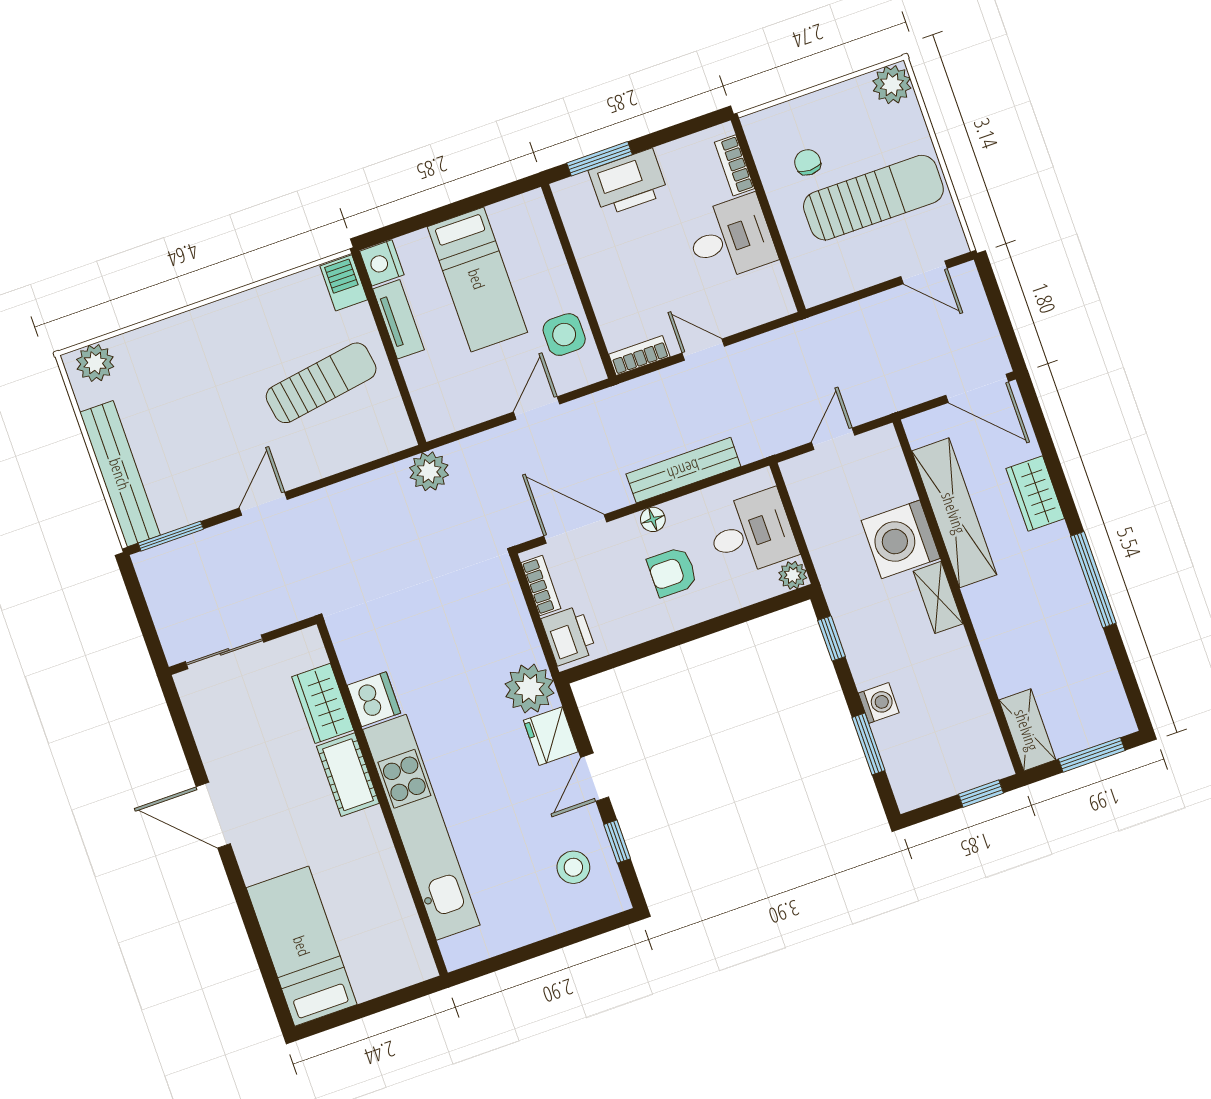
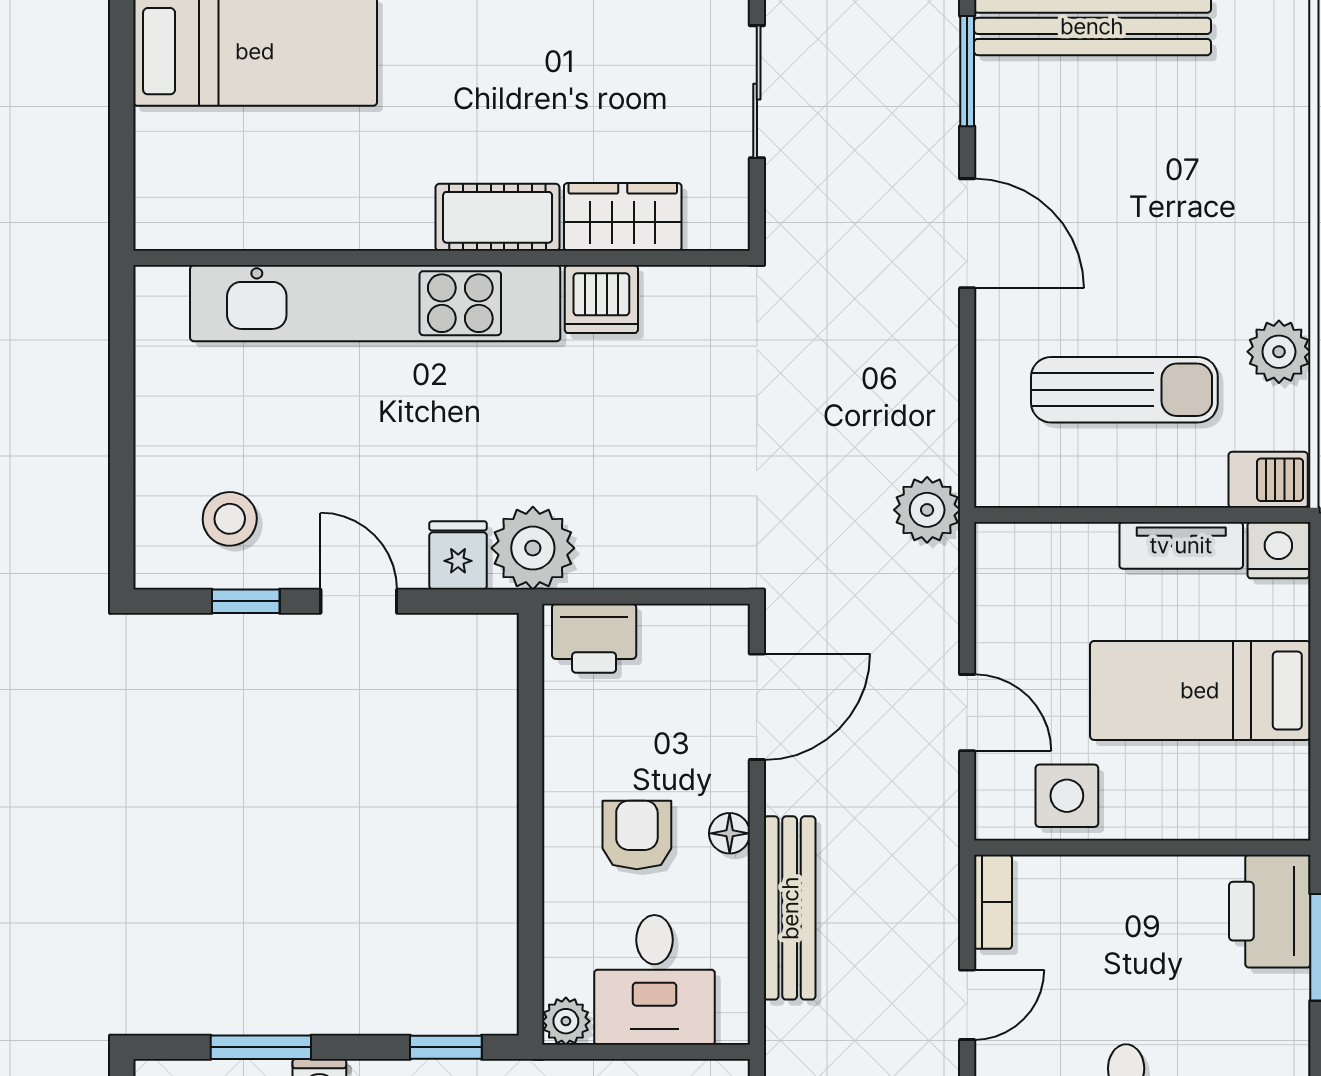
printer: (628, 182) -> (1270, 911), moved
plant: (95, 363) -> (1279, 352), moved
sun lounger: (321, 383) -> (1124, 390), turned -81
door: (263, 504) -> (967, 233), width x1.38
bookcase: (541, 586) -> (687, 622), removed
fridge: (551, 736) -> (458, 555), width x0.72

